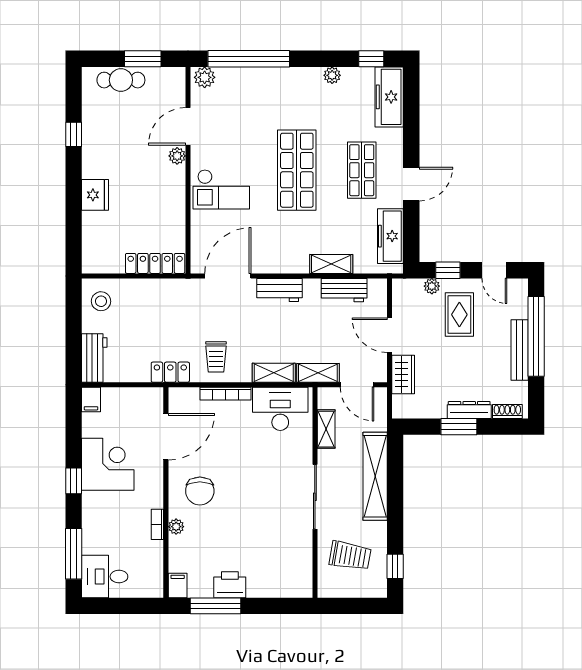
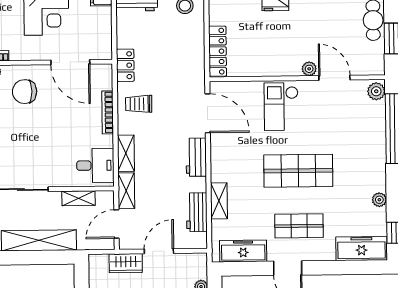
desk: (280, 409) -> (95, 165), width x0.73

